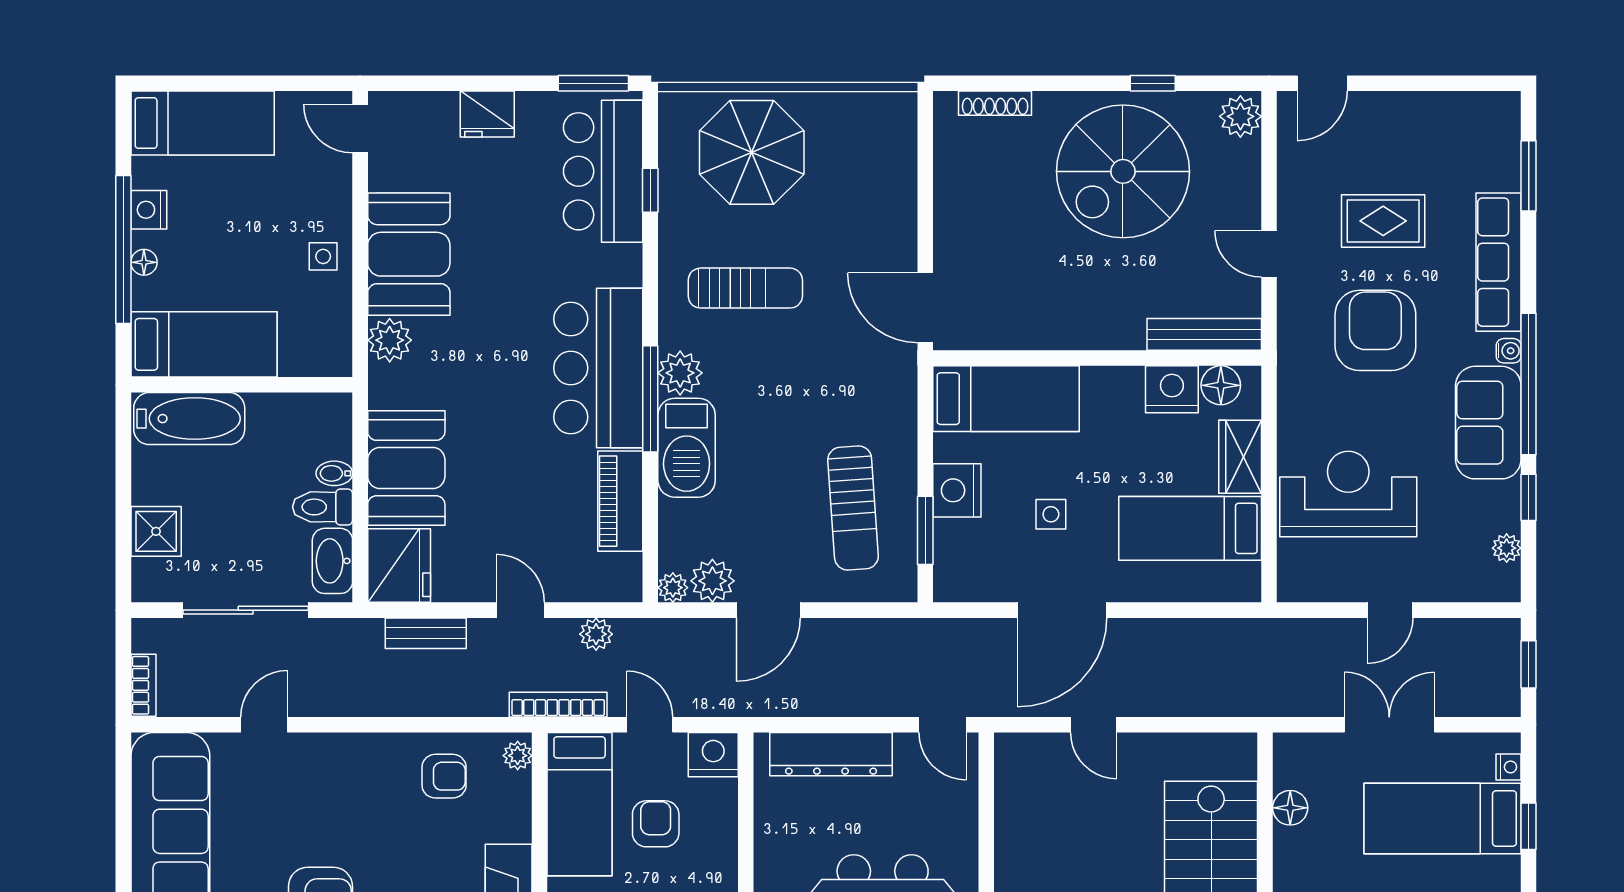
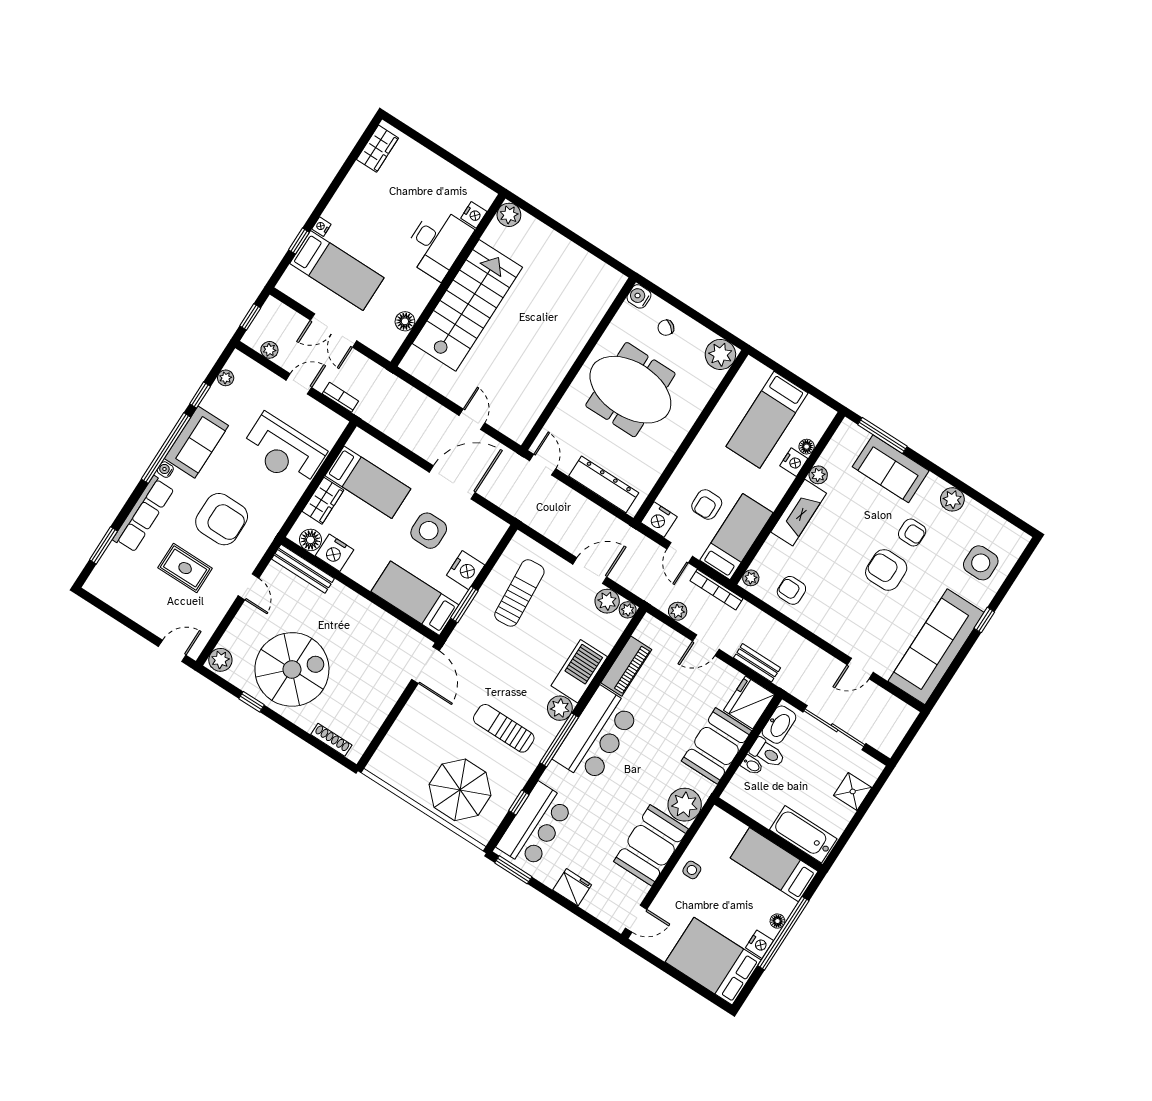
bed: (203, 123) -> (713, 961), width x1.50
door: (360, 129) -> (636, 919), hinge flipped
armchair: (1375, 330) -> (222, 519), turned -90
plant: (390, 340) -> (685, 805), width x1.36, depth x1.36
window: (650, 399) -> (559, 740), moved
side table: (1051, 514) -> (429, 531), width x1.87, depth x1.87
window: (925, 530) -> (464, 604), moved
door: (520, 610) -> (706, 645), hinge flipped
plant: (1467, 633) -> (269, 350), added
bookcase: (143, 685) -> (340, 397), moved, turned 90
nightstand: (1508, 767) -> (321, 227), moved

